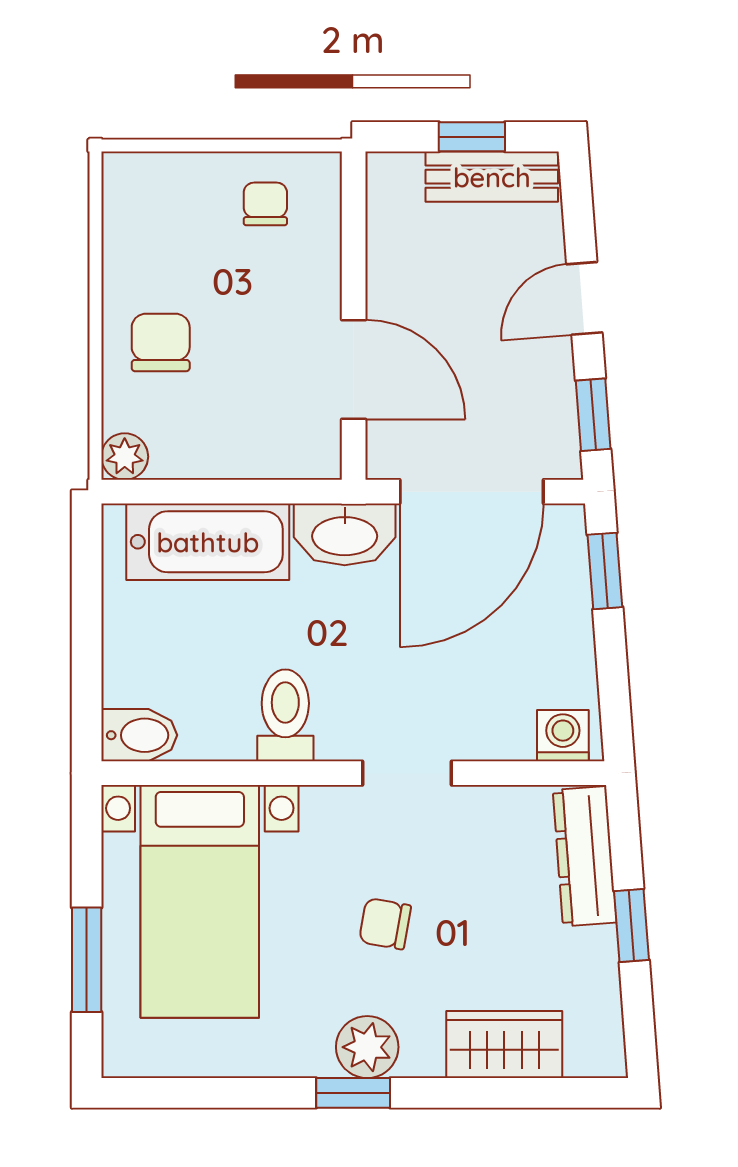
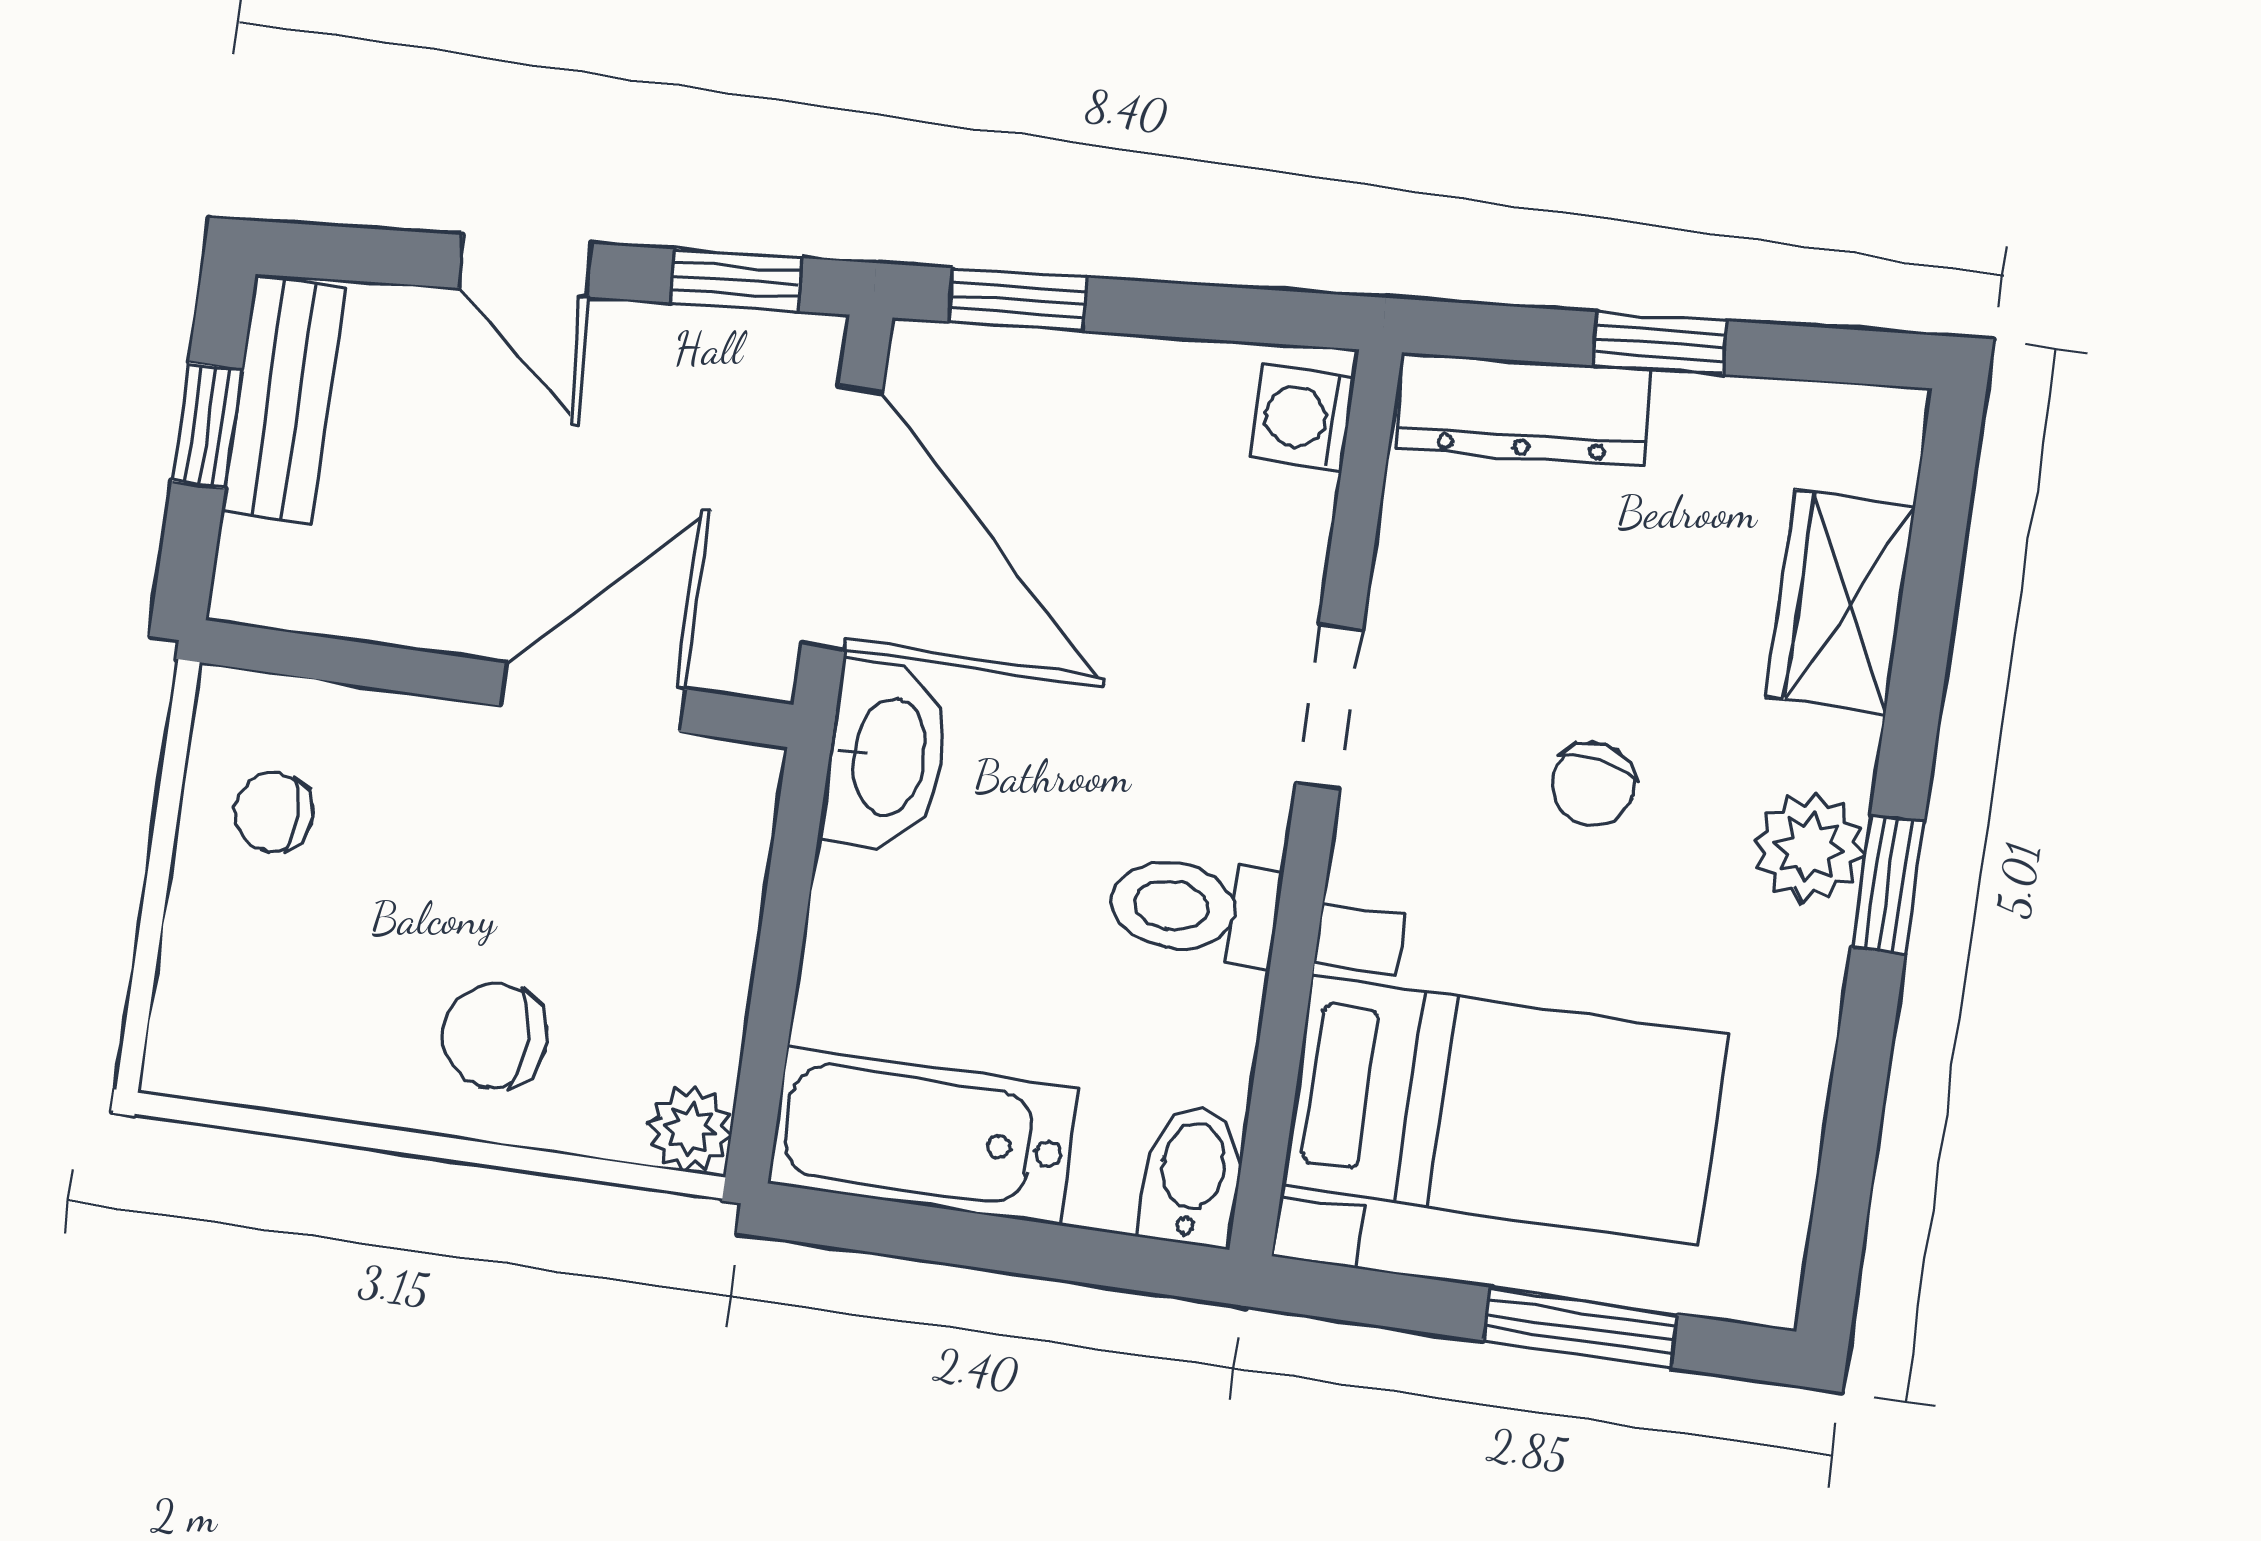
bathtub: (208, 542) -> (923, 1136), moved, turned -90

